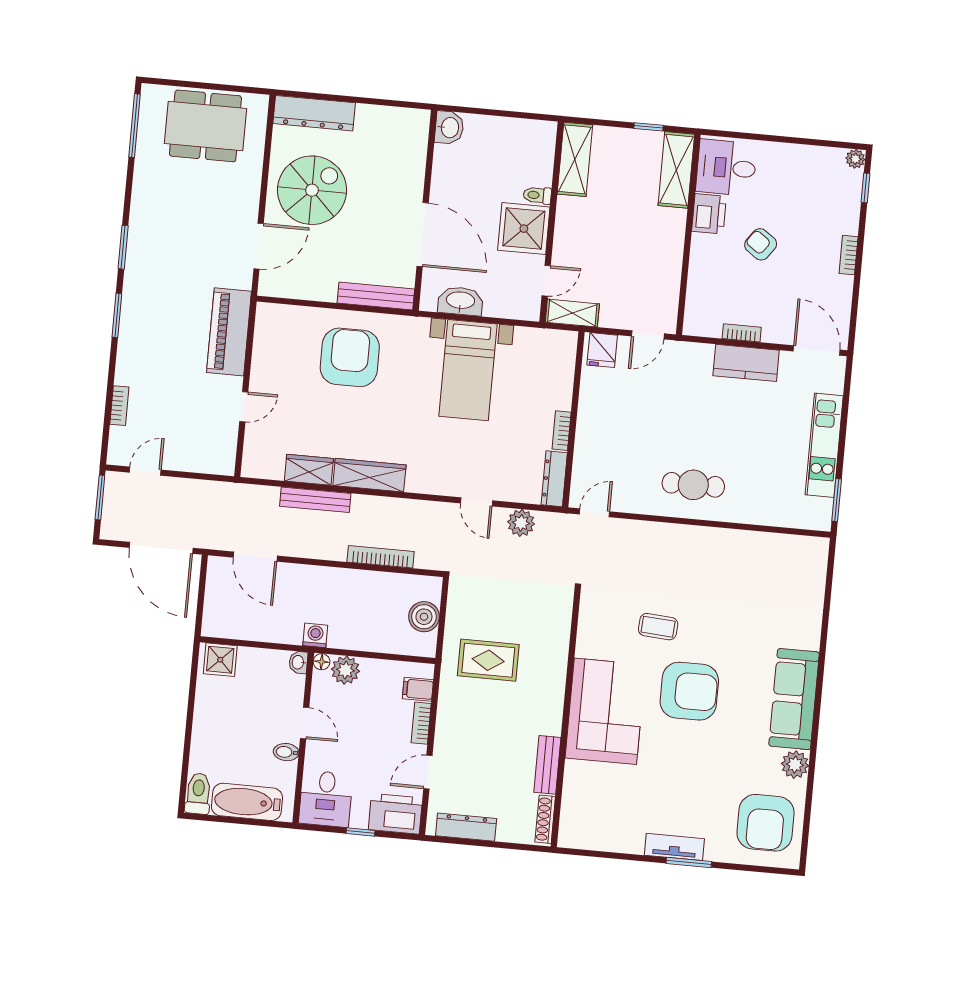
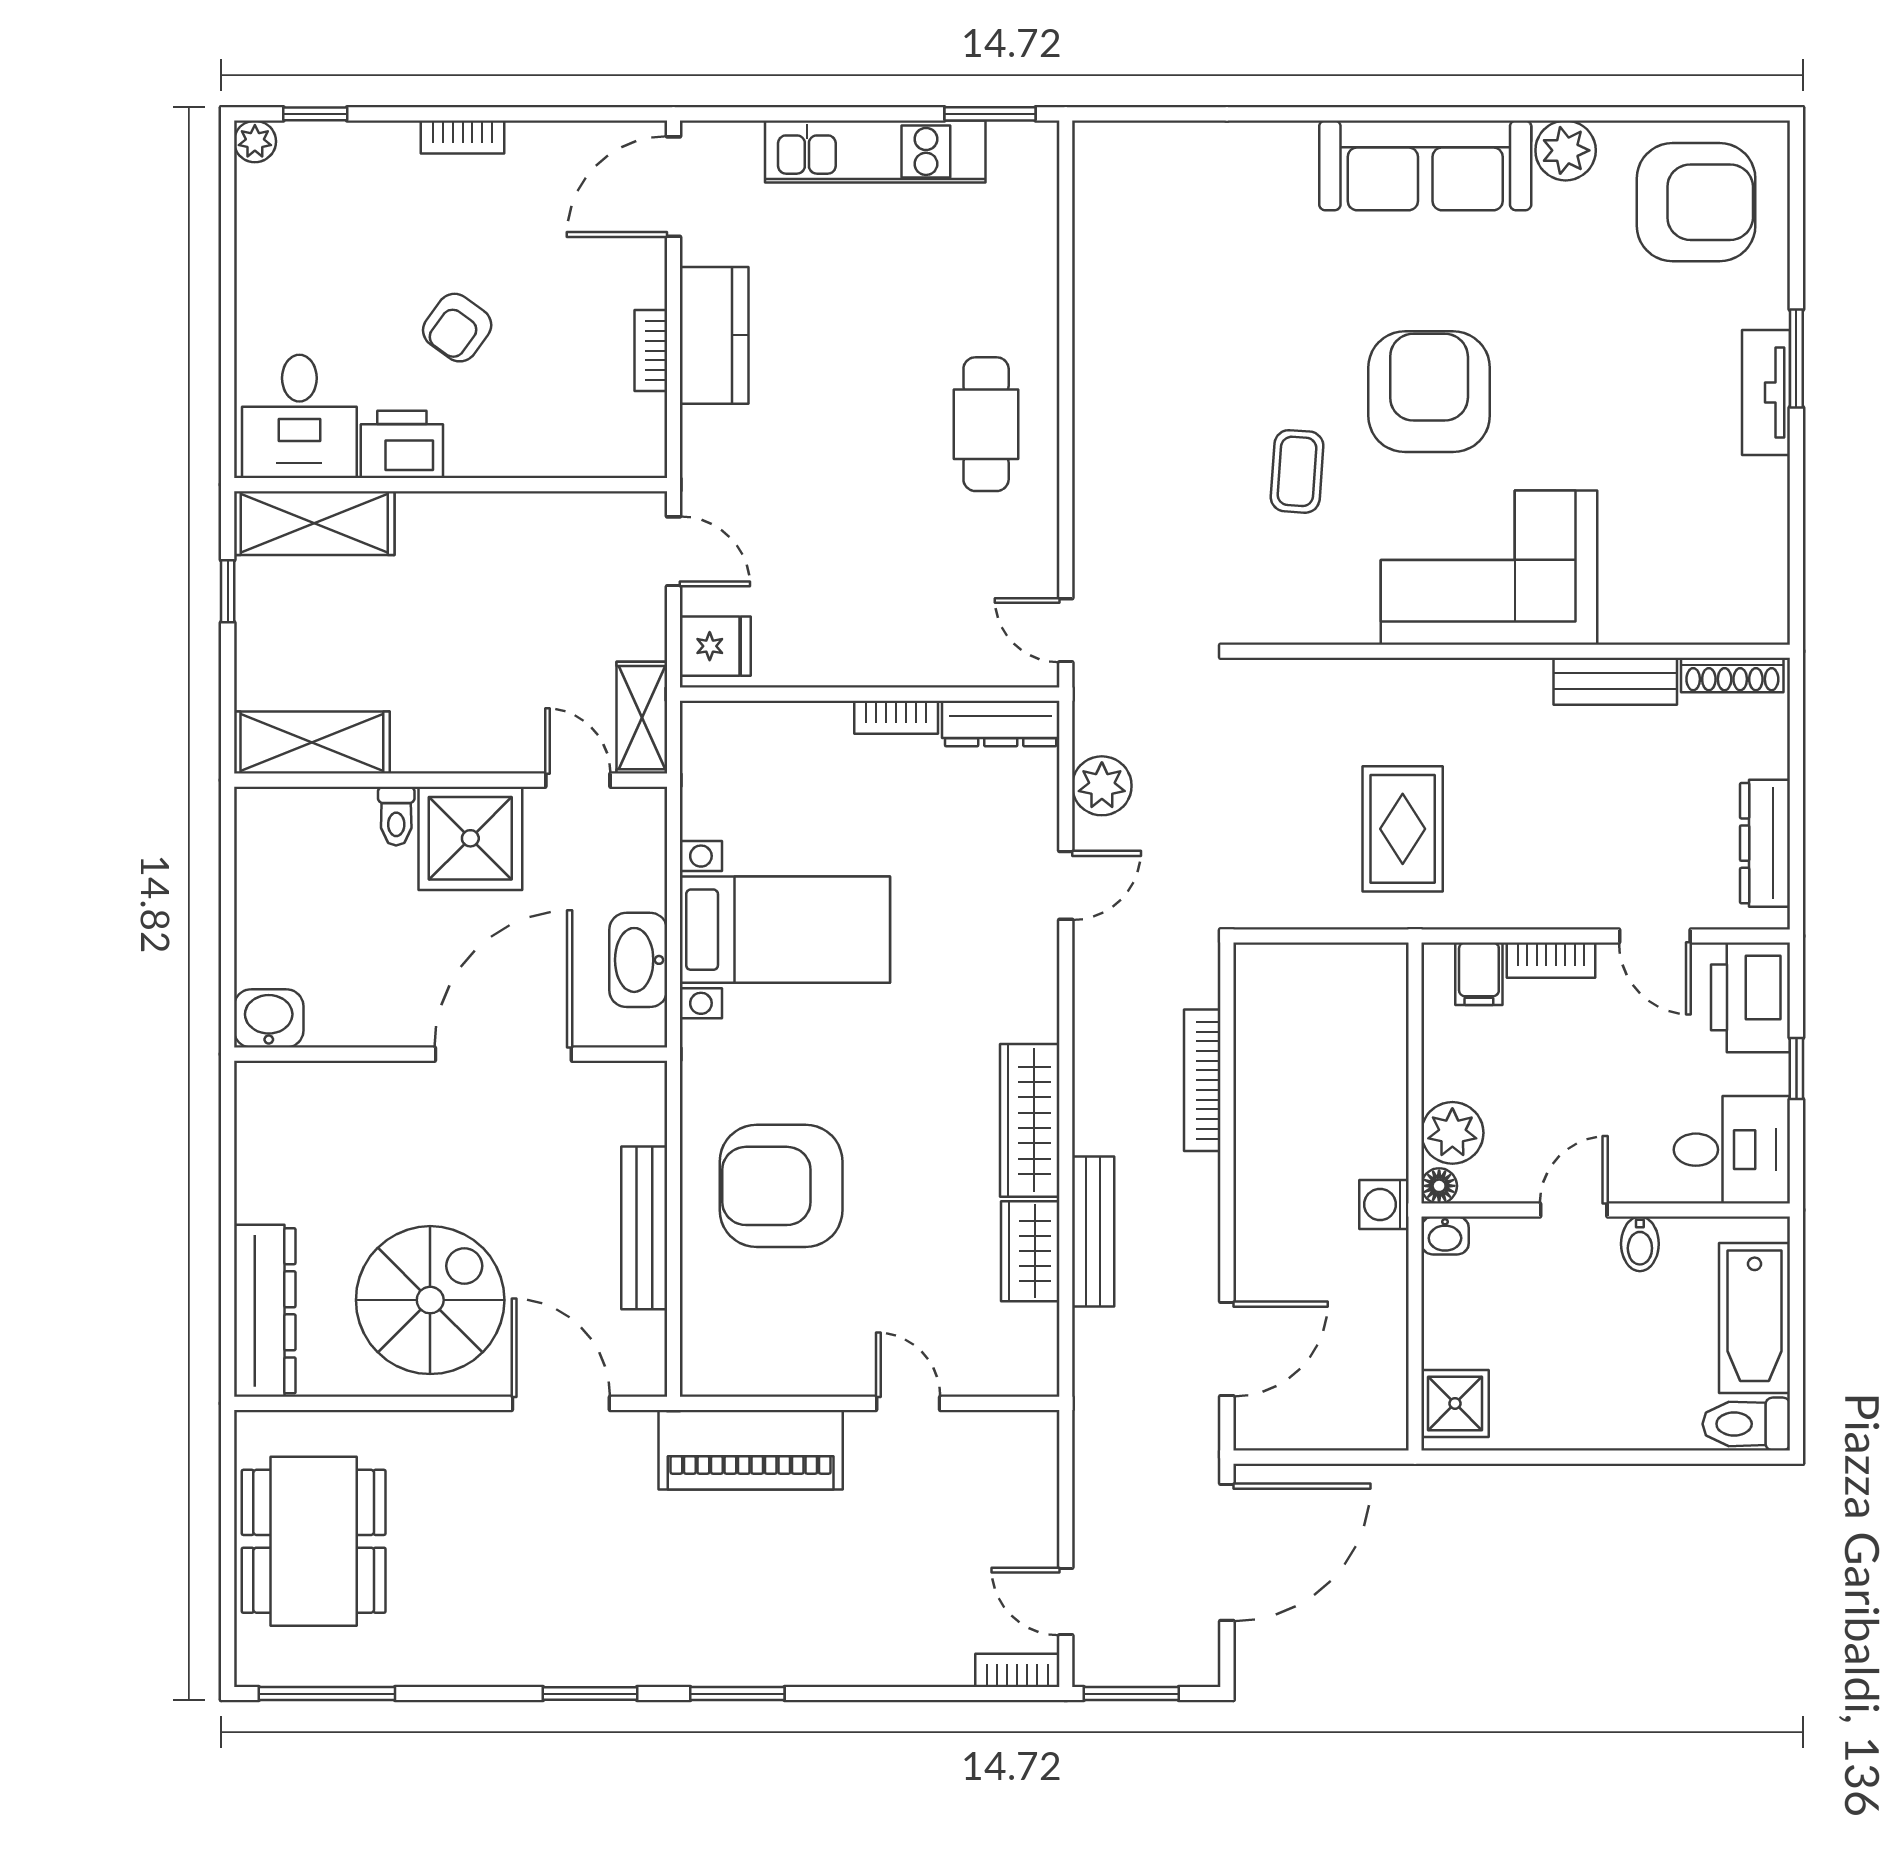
spiral stairs: (312, 190) -> (430, 1300), turned 90
bench: (376, 296) -> (644, 1228), moved
bookcase: (119, 406) -> (1017, 1670), moved
boiler: (424, 617) -> (1322, 975), removed

